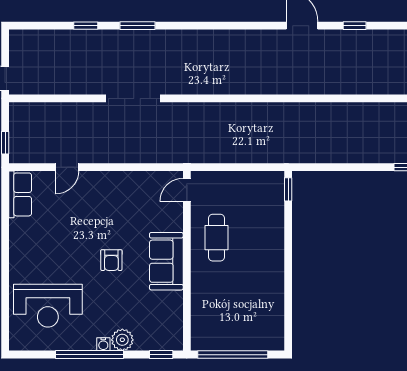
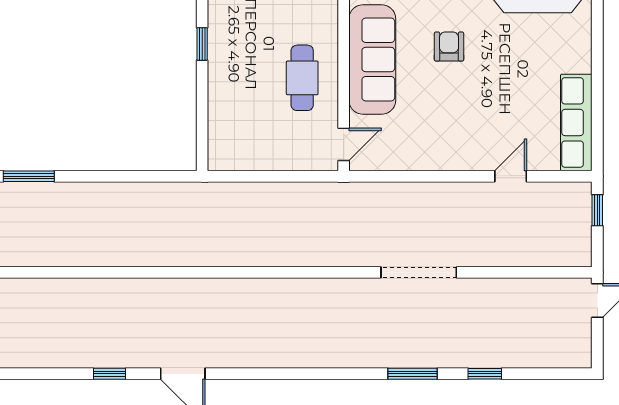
window: (288, 189) -> (202, 44), moved
row of seats: (20, 194) -> (576, 122), width x1.48
sofa: (166, 261) -> (372, 59), width x1.36

